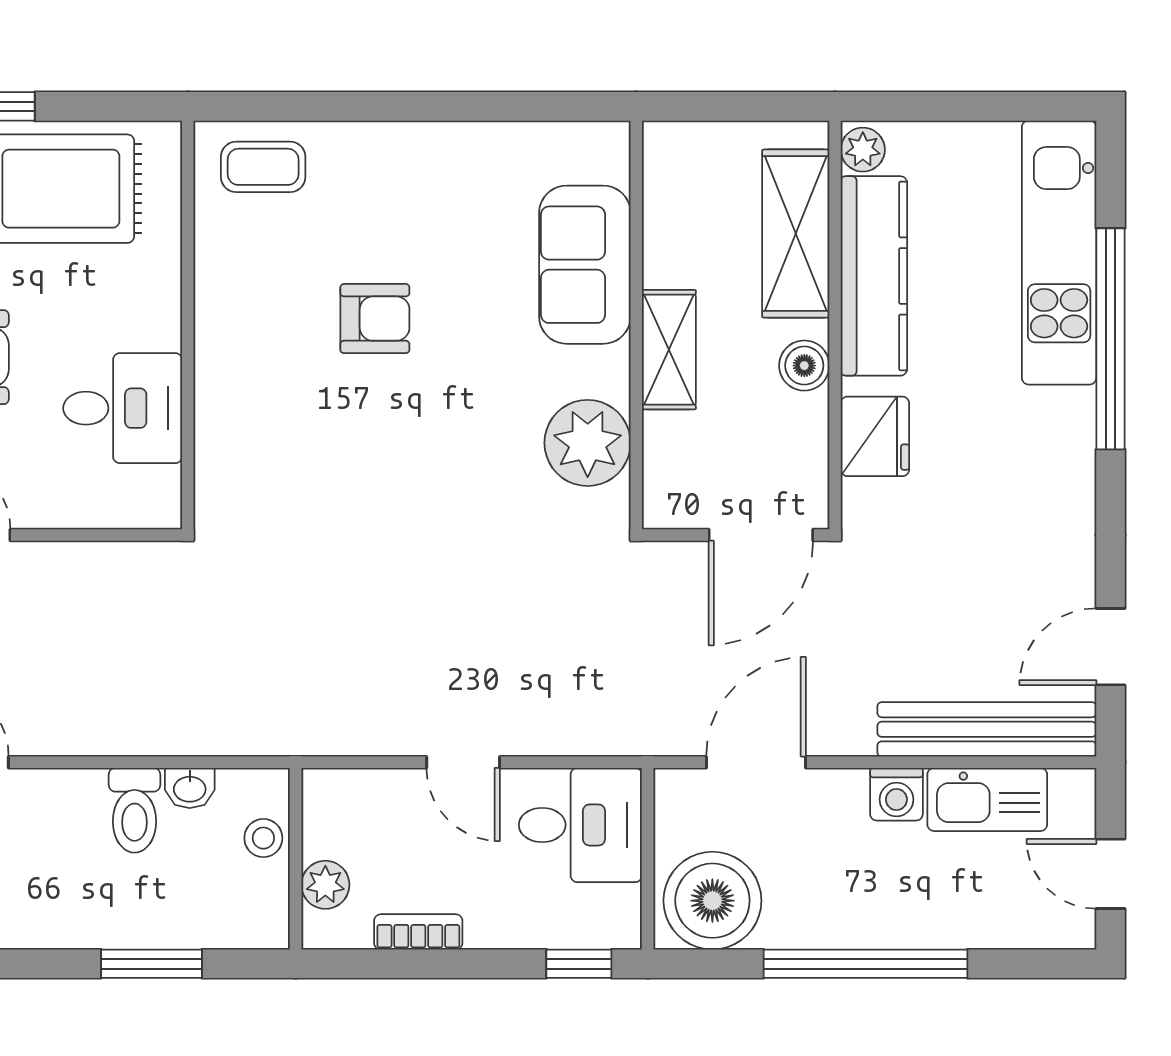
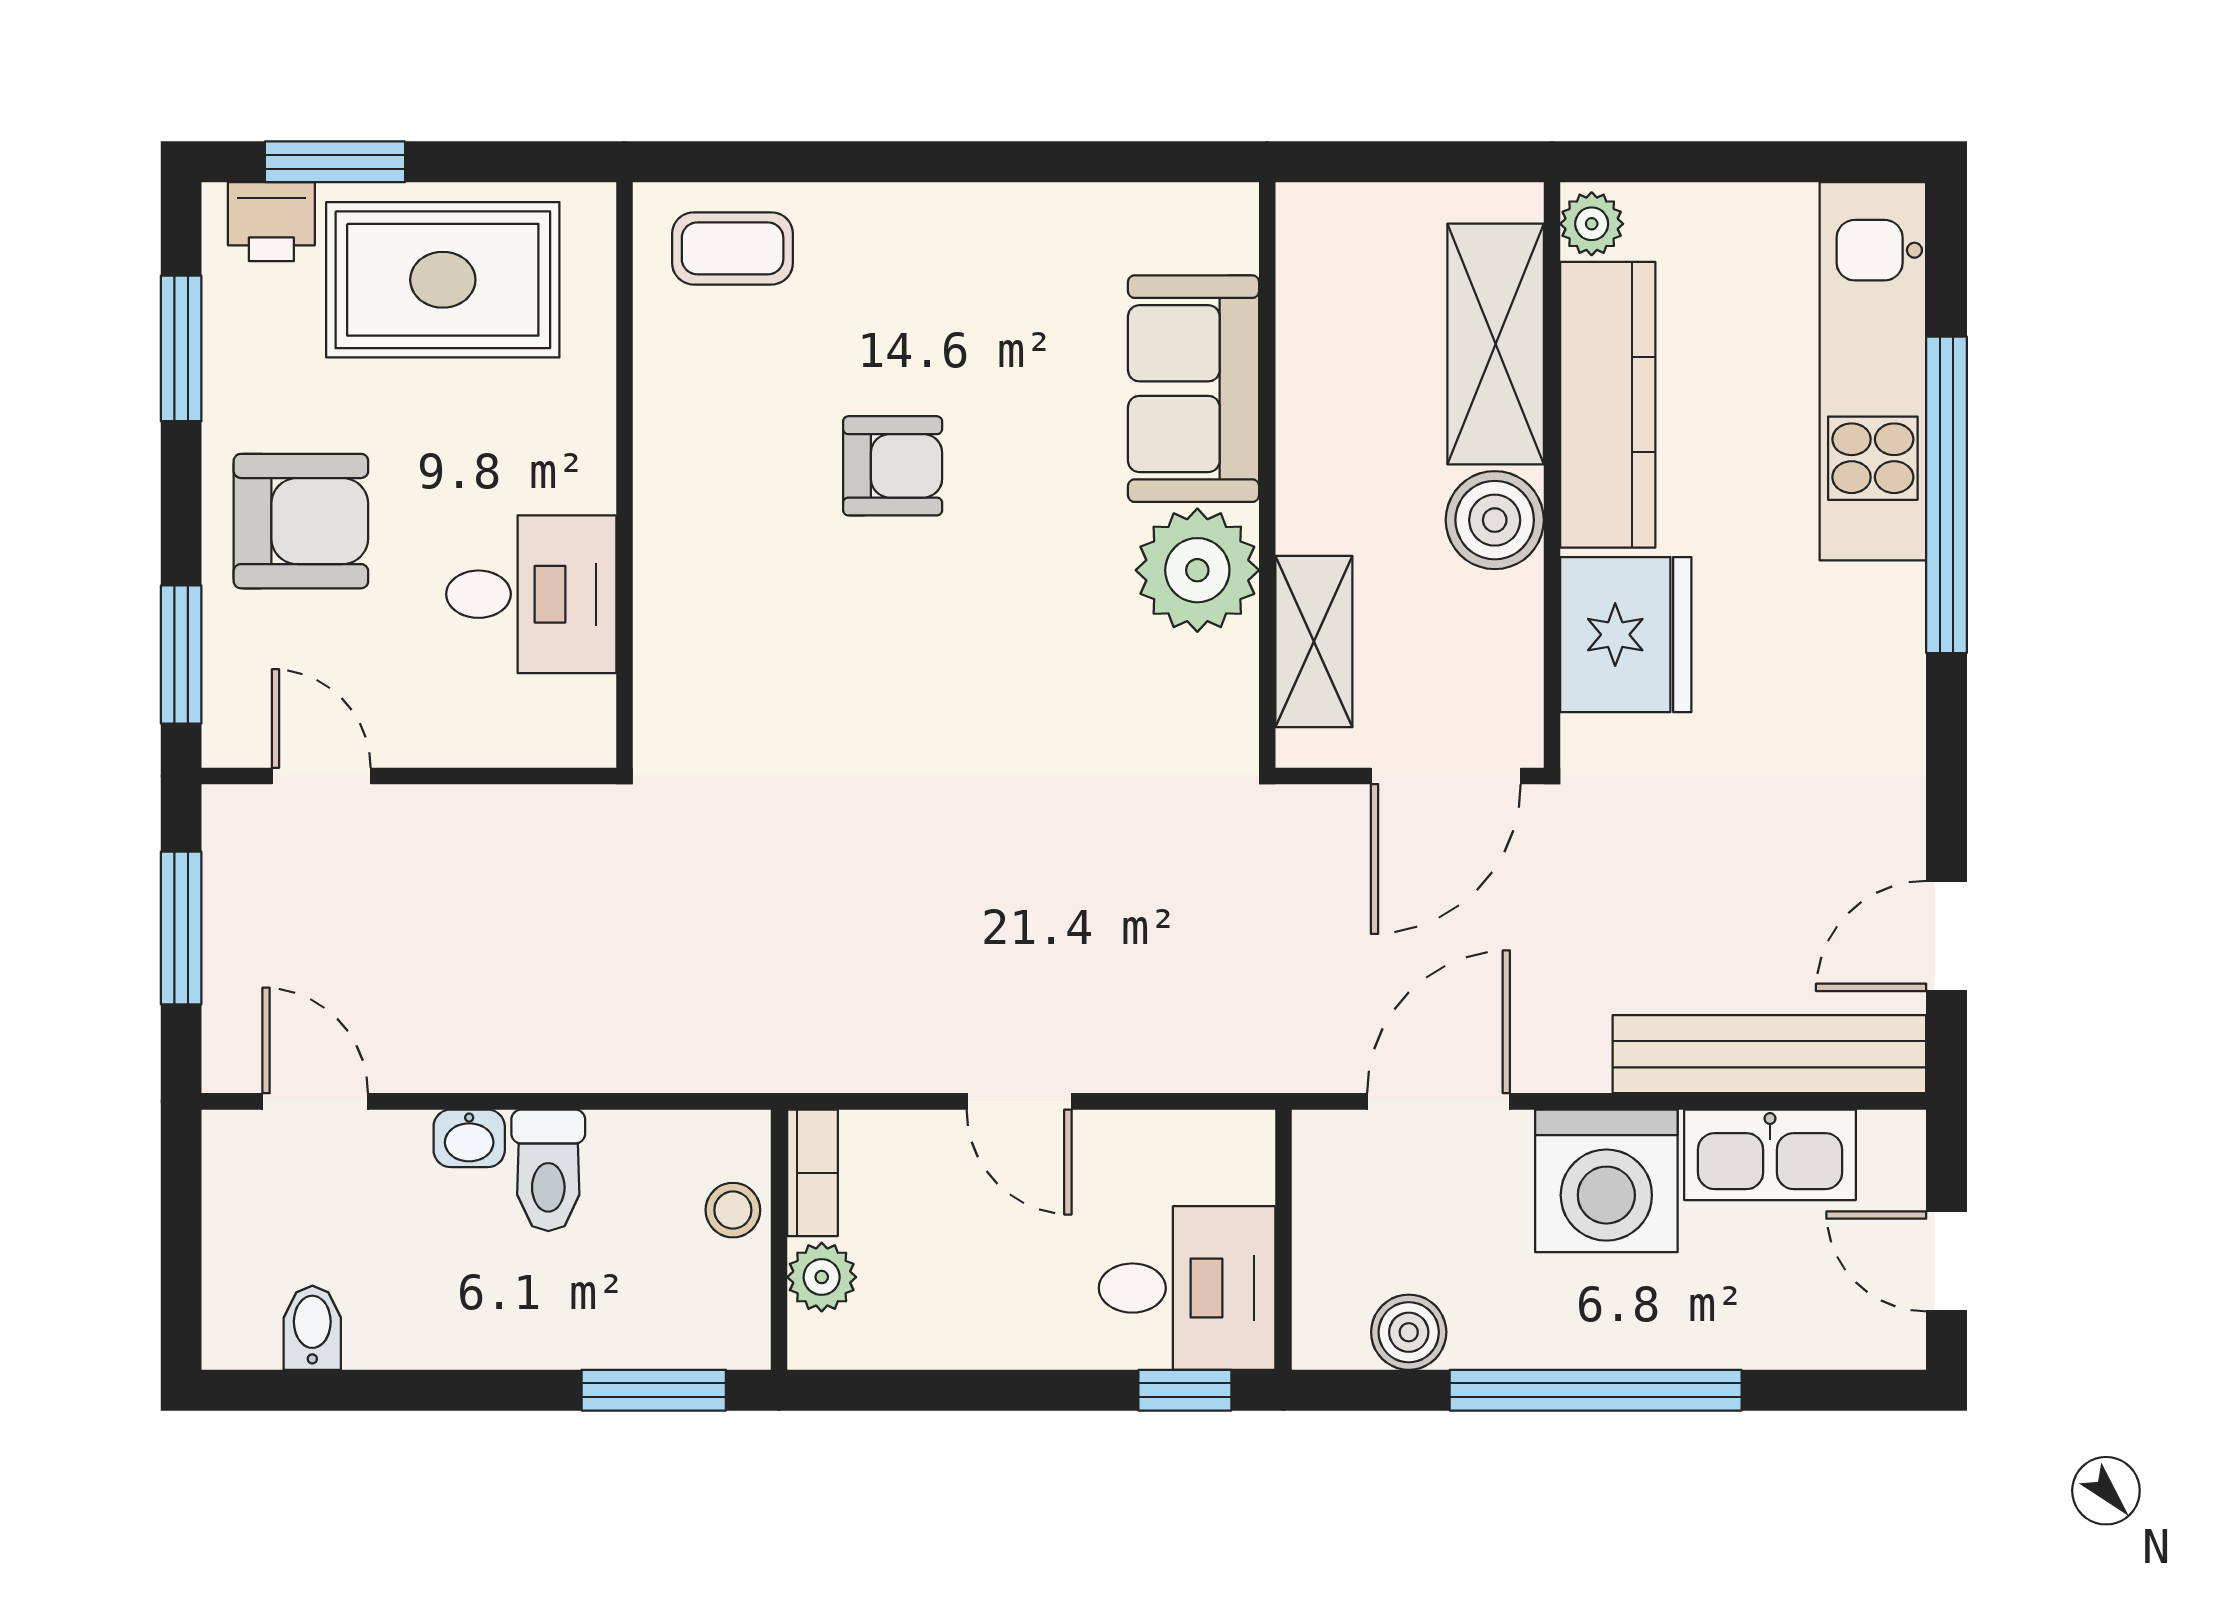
shelving: (669, 350) -> (1314, 642), moved
boiler: (804, 366) -> (1495, 520), width x1.36, depth x1.36
fridge: (875, 436) -> (1626, 635), width x1.36, depth x1.34
plant: (588, 443) -> (1197, 570), moved
washbasin: (190, 788) -> (469, 1138), moved
washing machine: (896, 794) -> (1606, 1181), width x1.89, depth x1.89
desk: (580, 825) -> (1187, 1288), moved
boiler: (712, 901) -> (1409, 1332), width x0.54, depth x0.54
bookcase: (418, 932) -> (812, 1173), moved, turned 90
window: (152, 964) -> (654, 1390), moved

